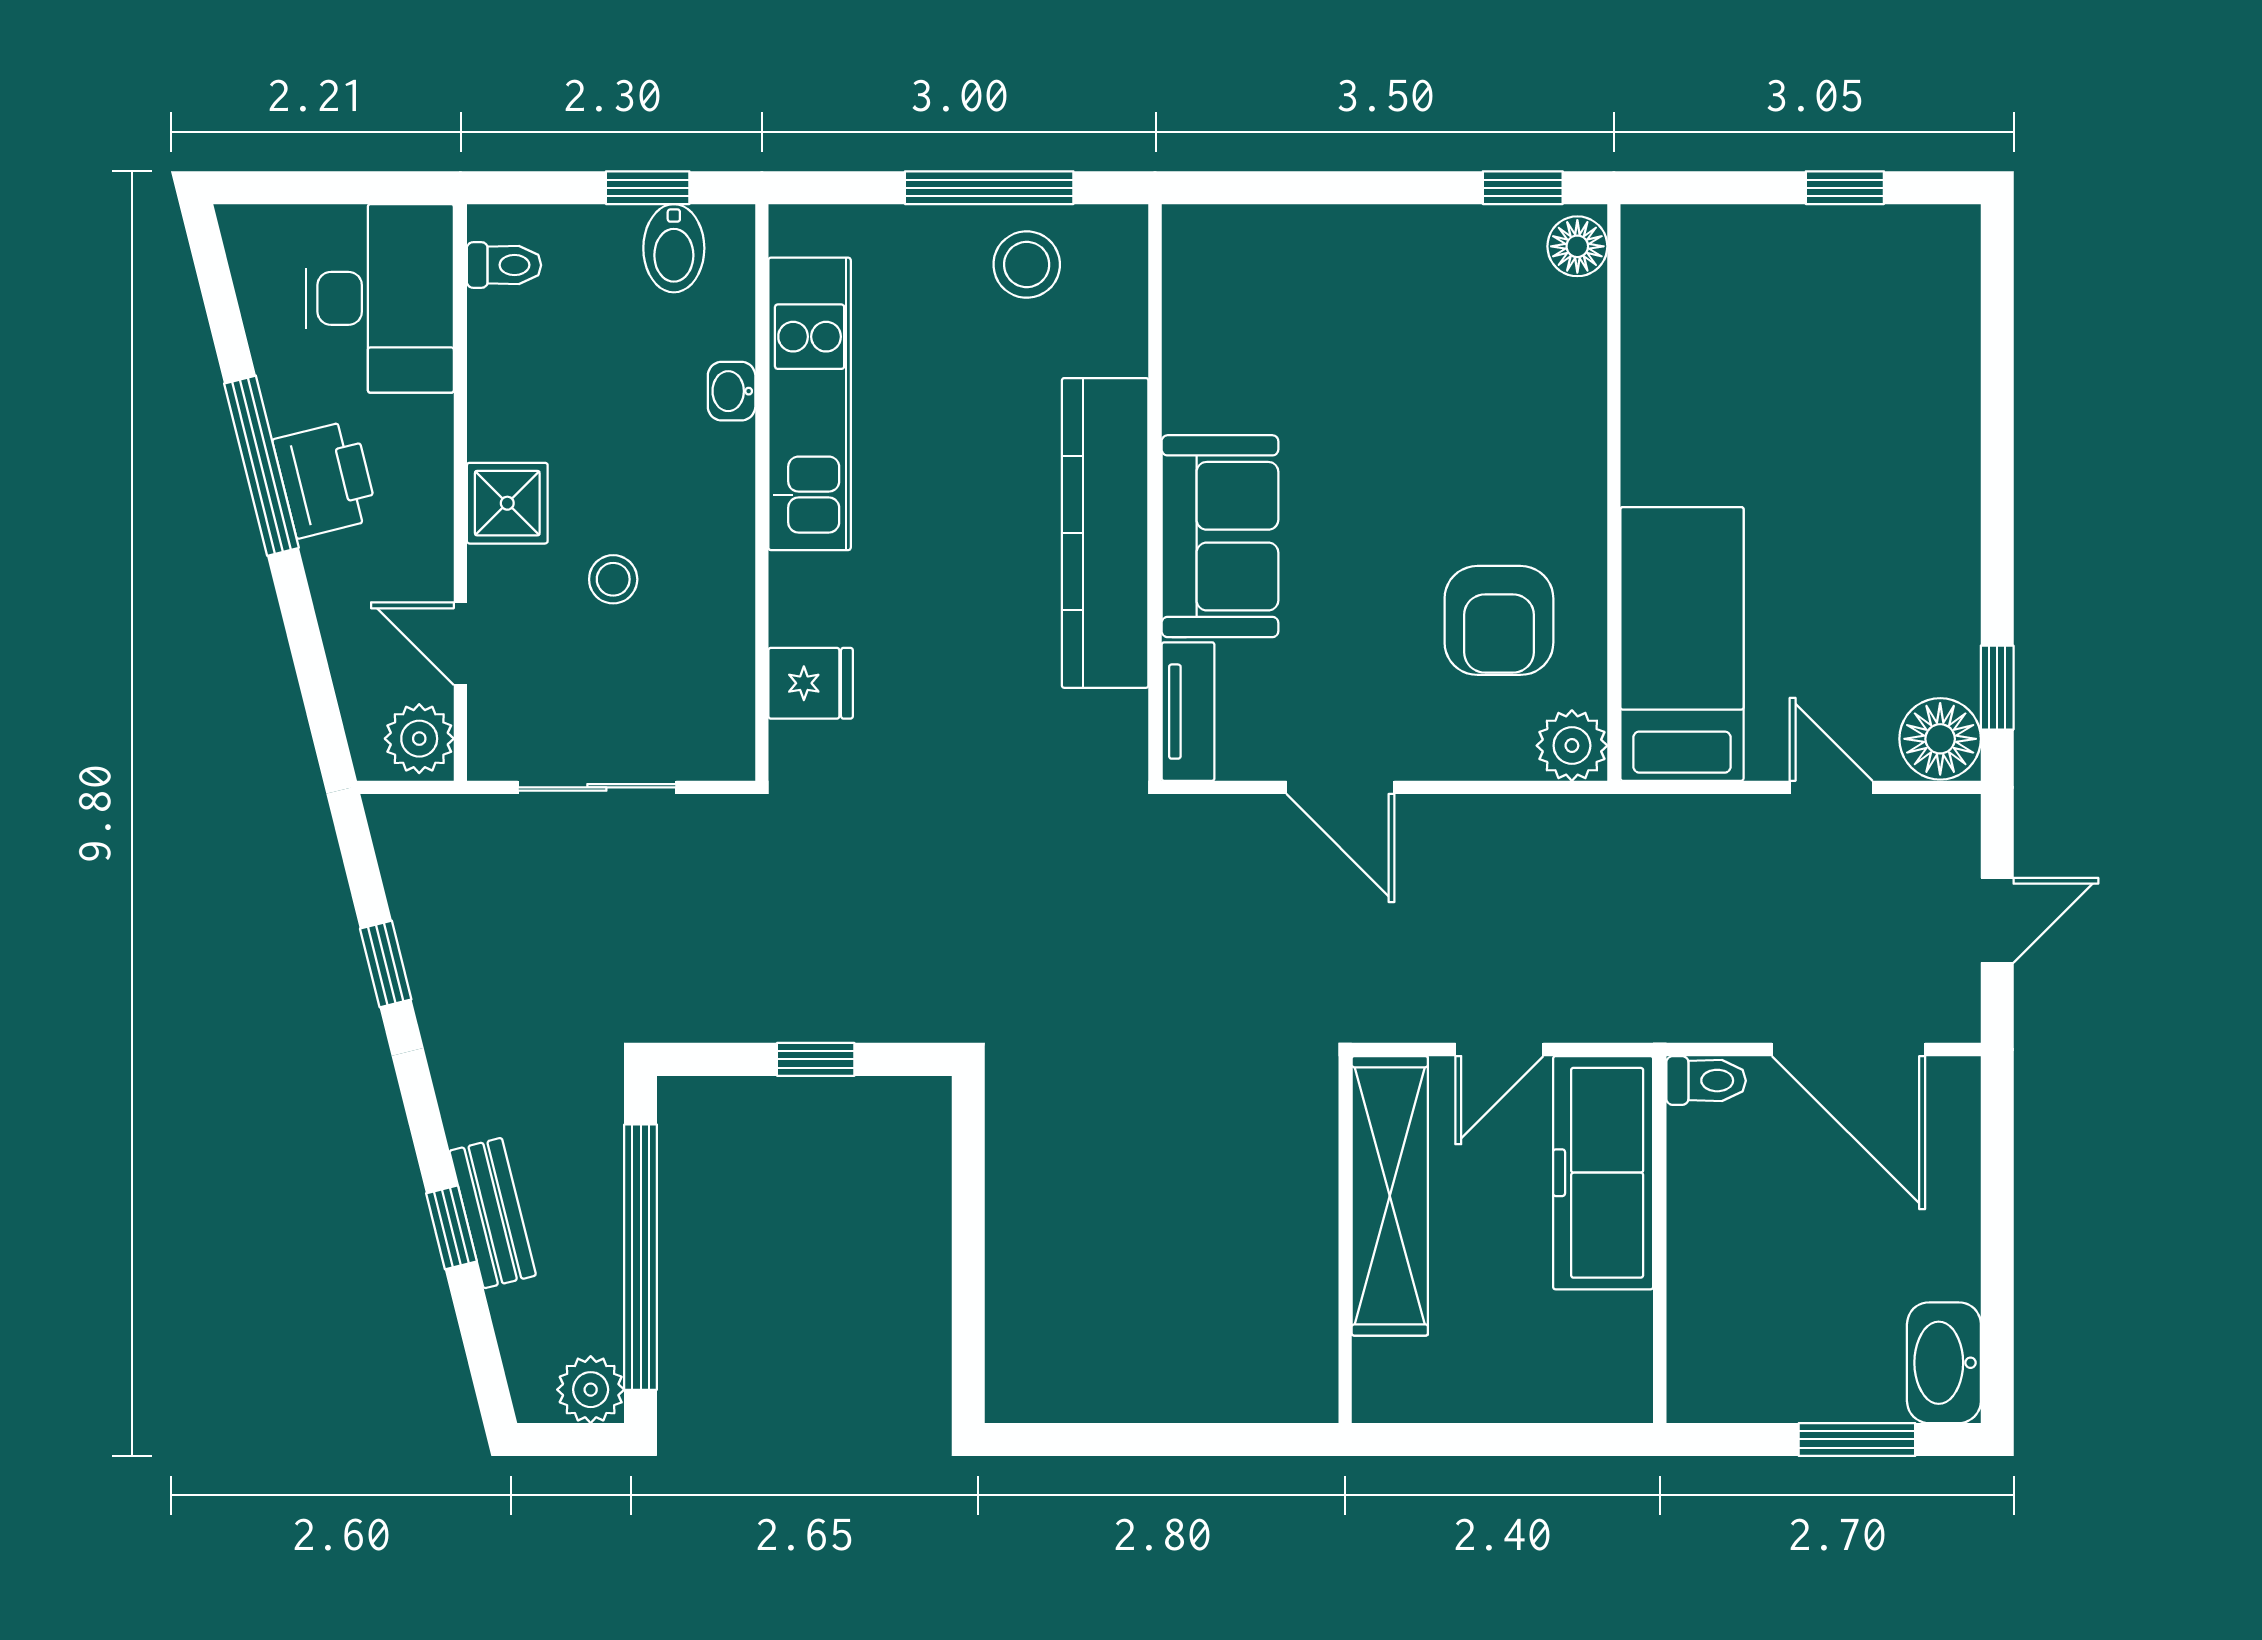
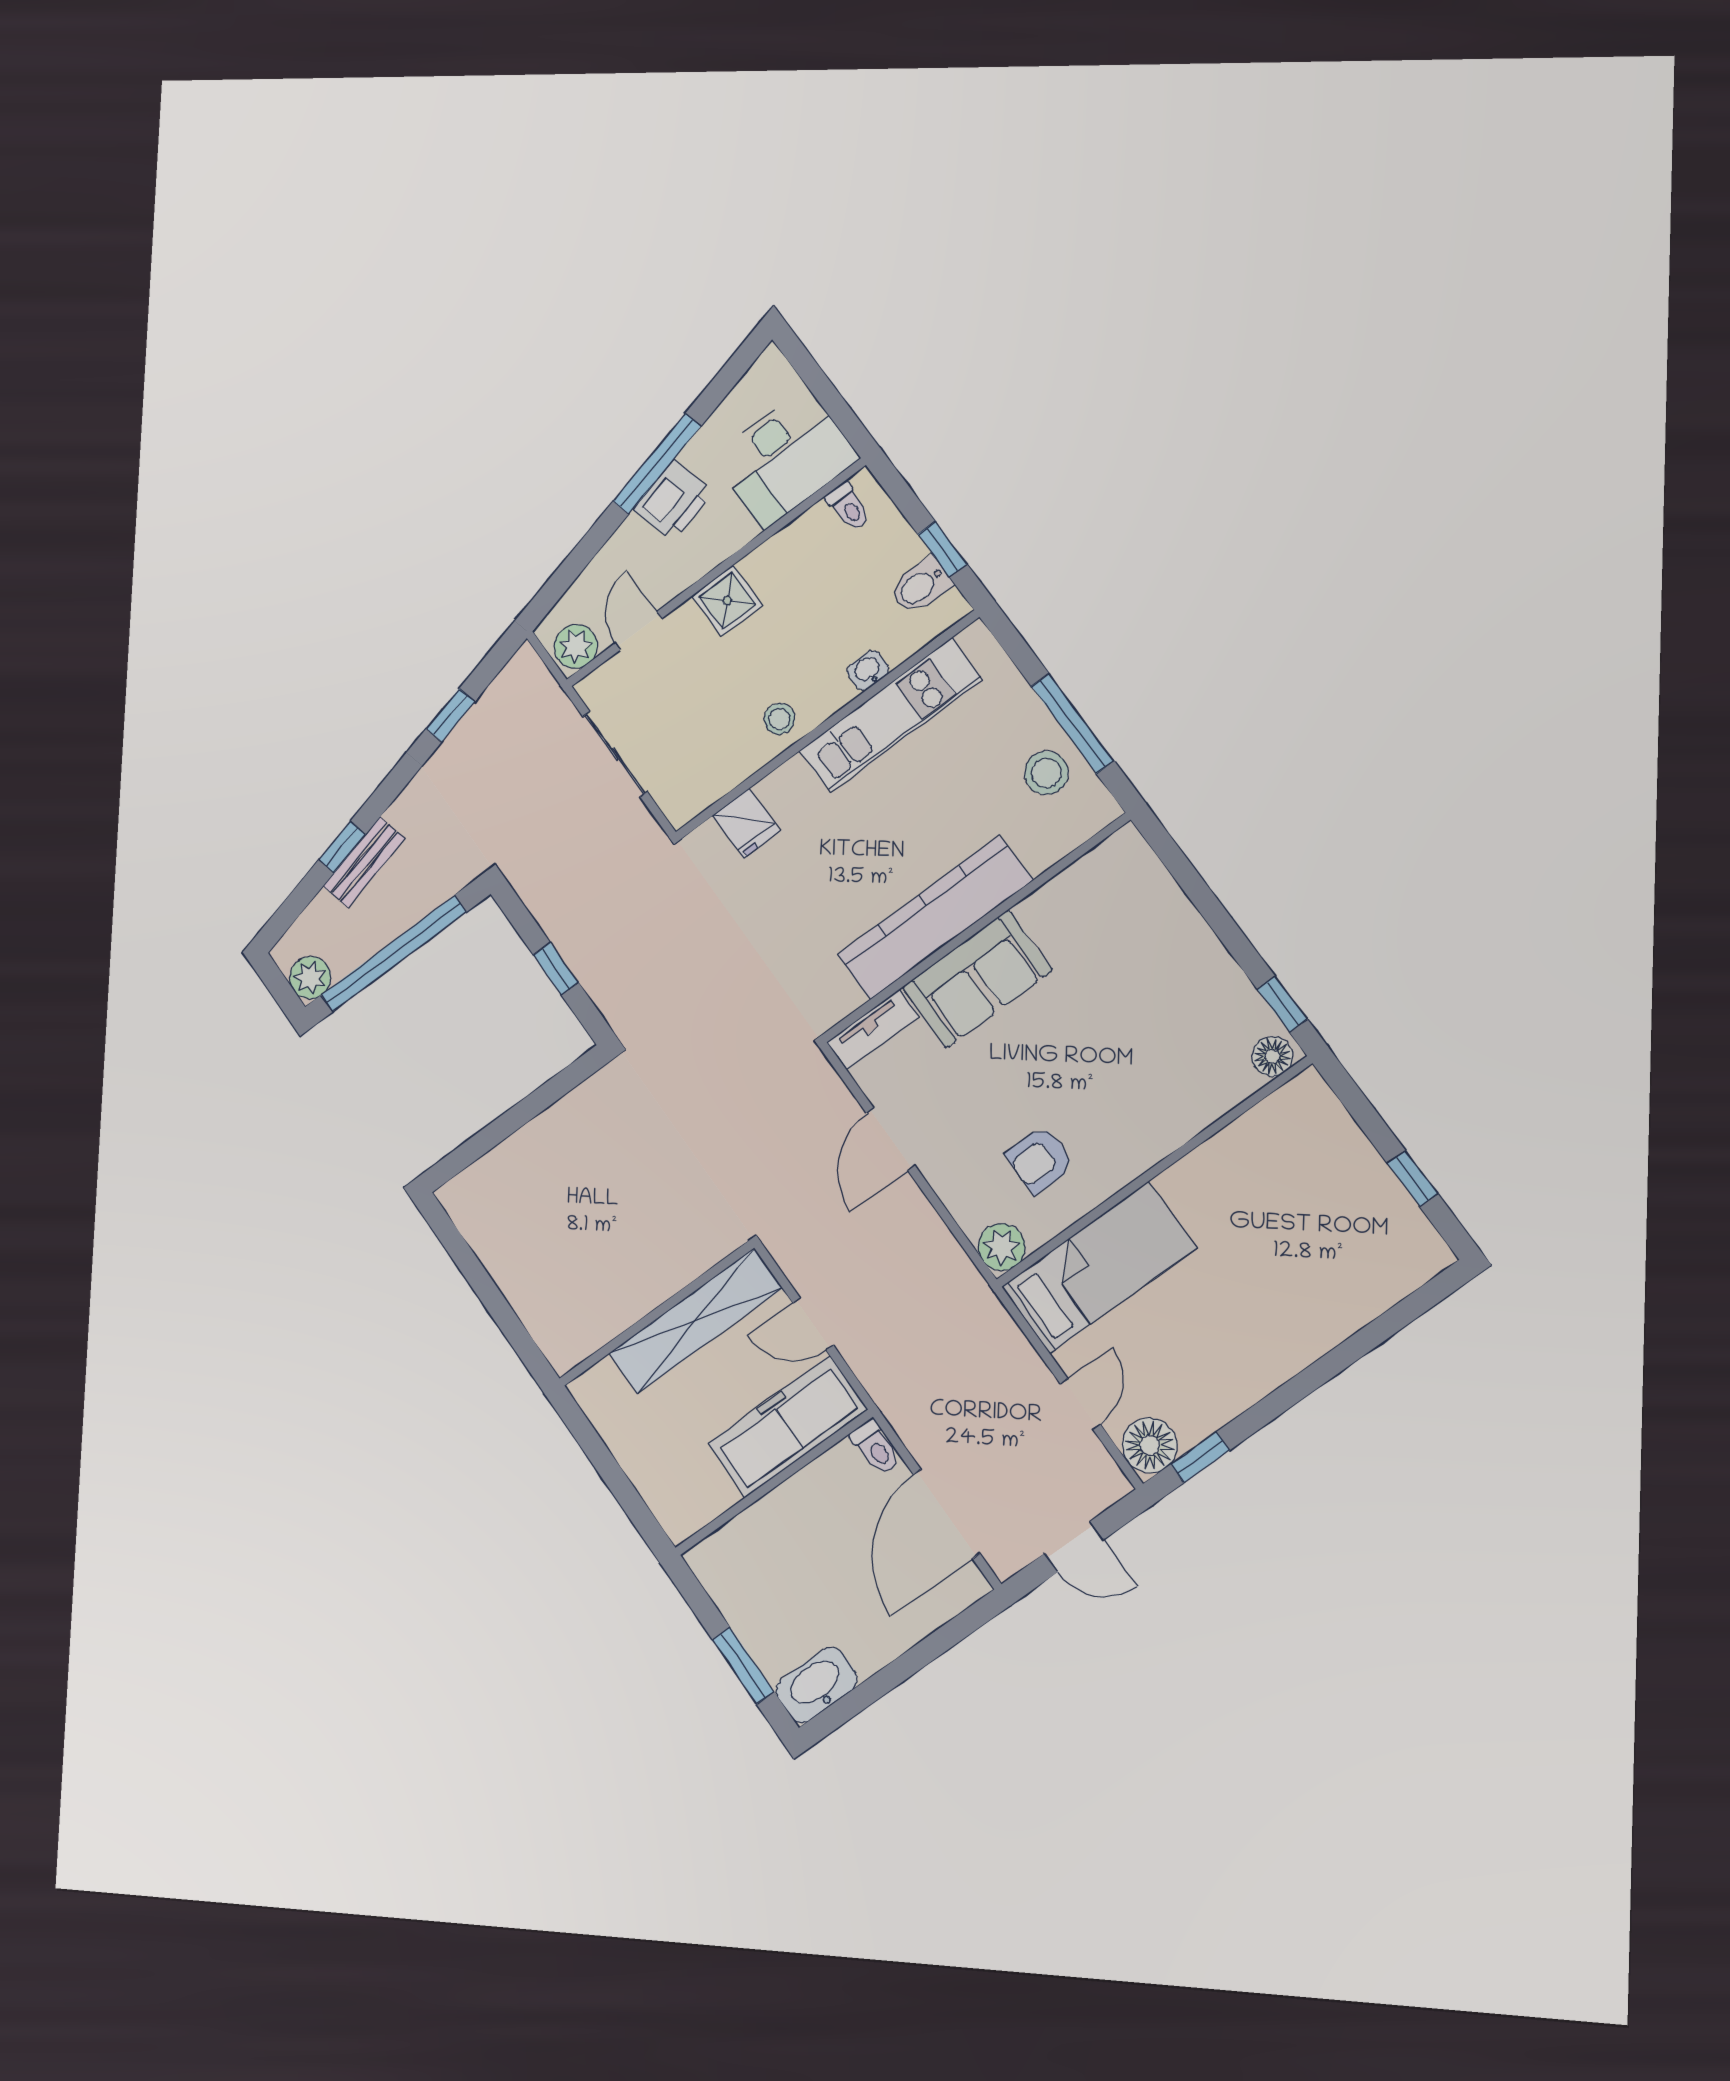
stool: (613, 579) -> (779, 719), moved
armchair: (1499, 620) -> (1040, 1160), width x0.72, depth x0.72

